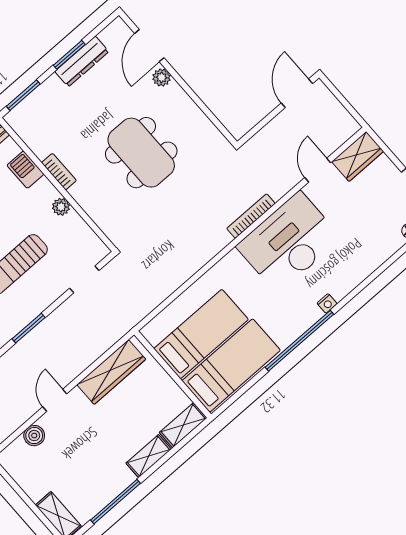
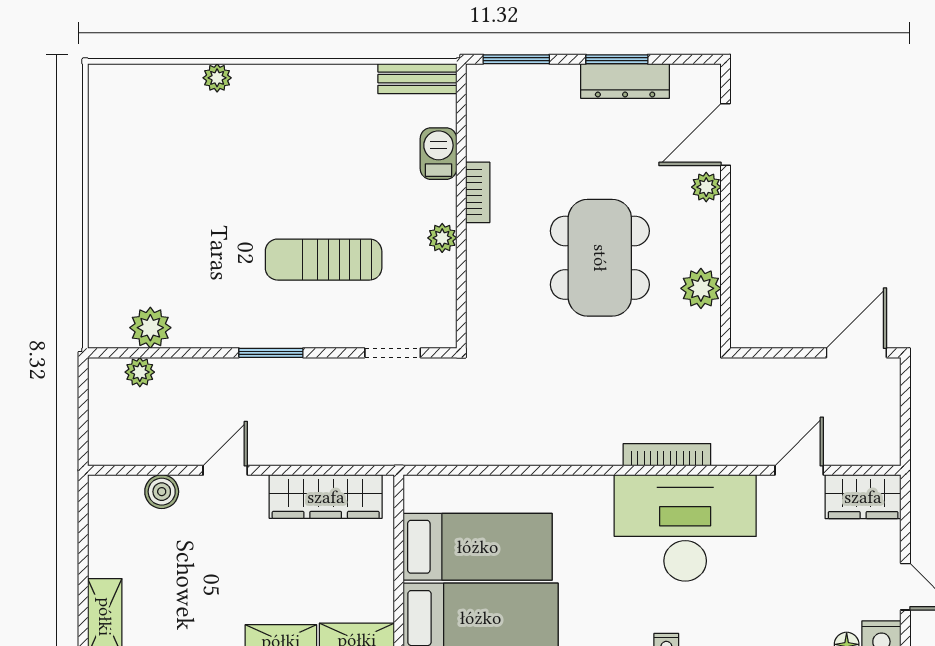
plant: (200, 126) -> (701, 288), added

